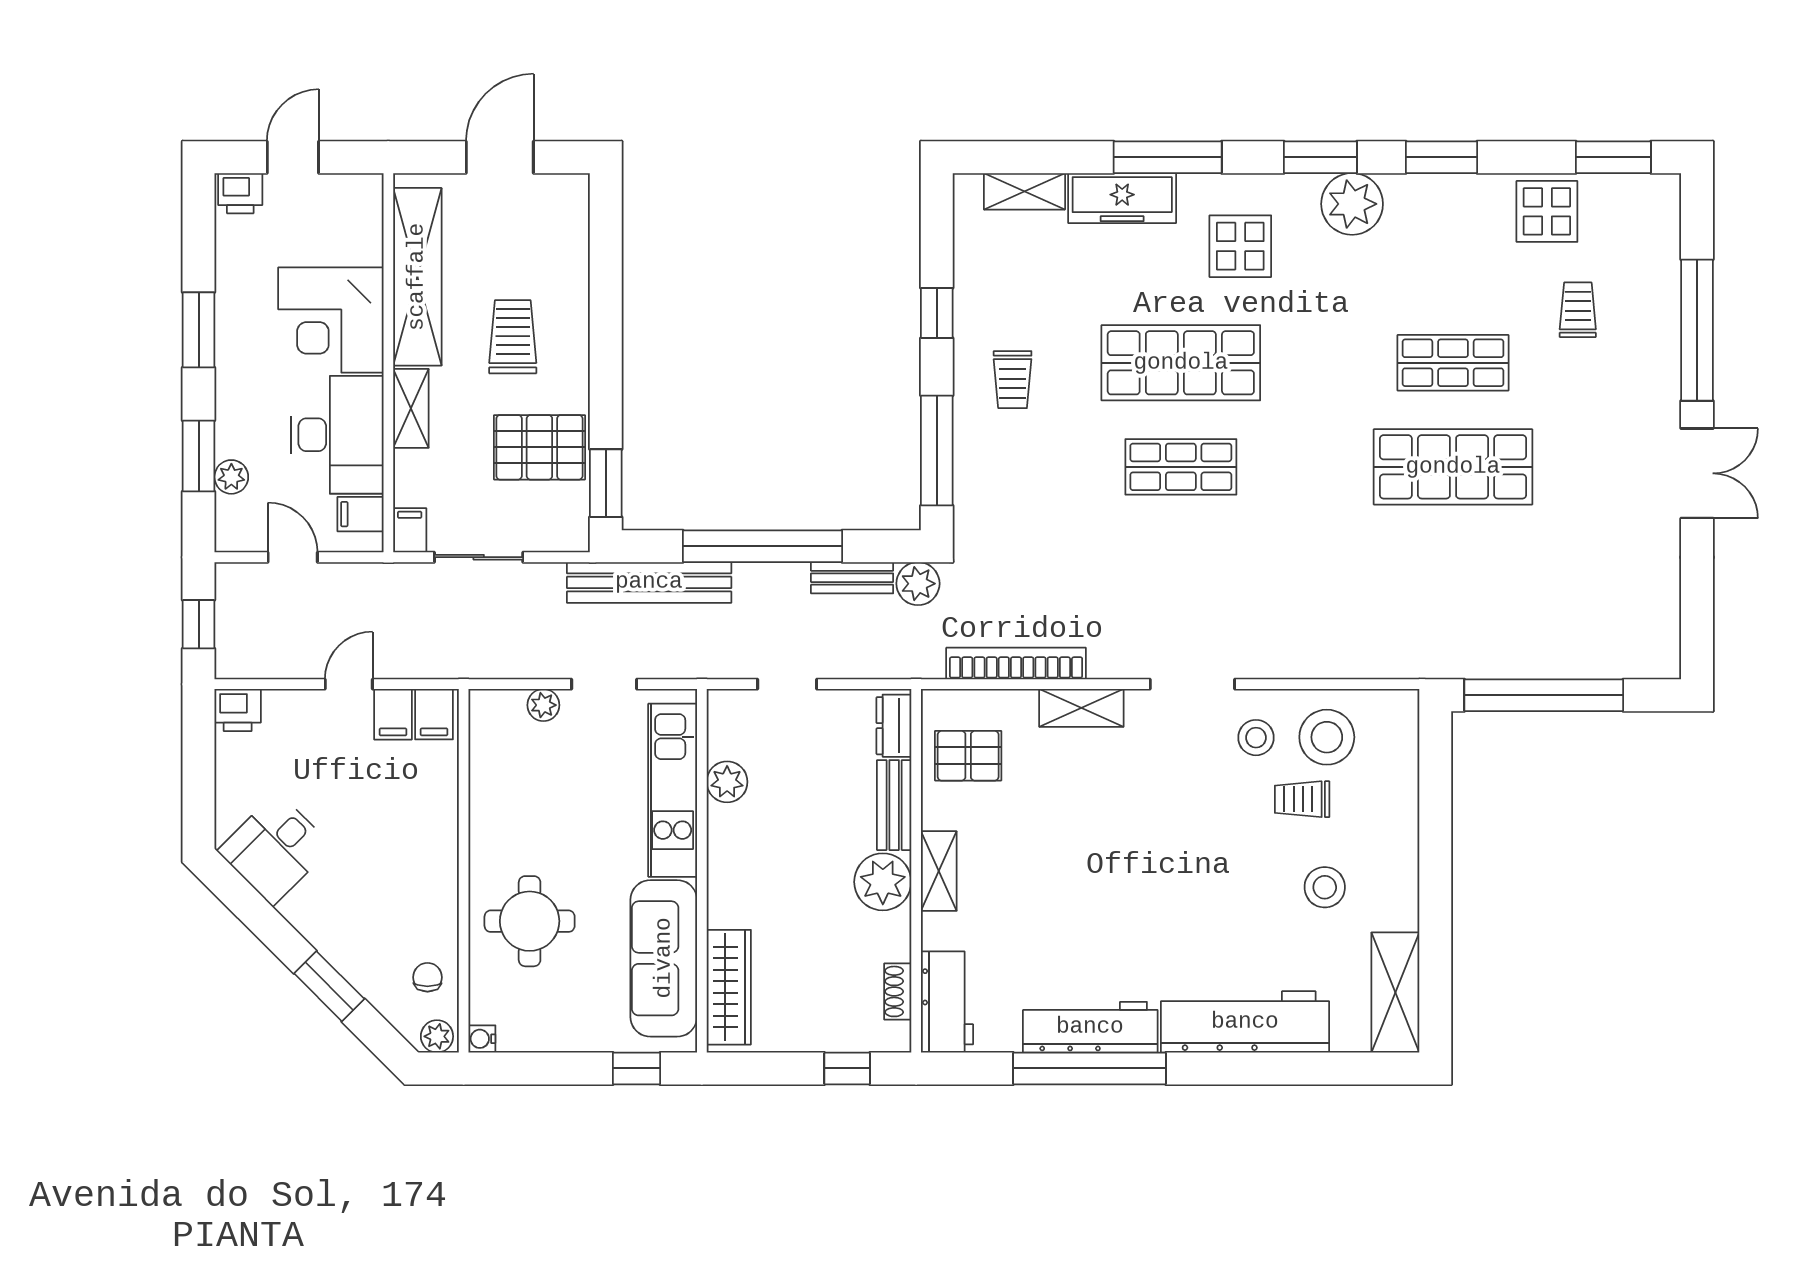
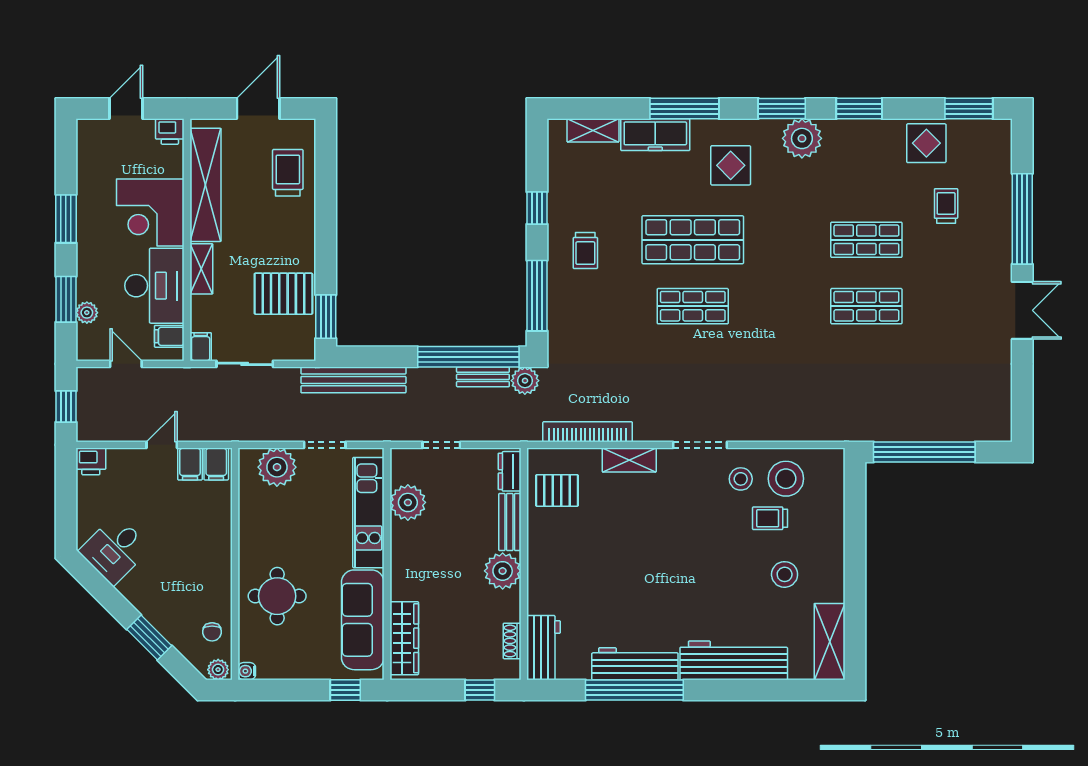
printer: (240, 193) -> (170, 132), moved
trolley: (513, 337) -> (288, 173), moved
shop shelf: (1453, 467) -> (866, 306), width x0.70, depth x0.74
window: (762, 546) -> (468, 357), moved
plant: (543, 705) -> (277, 467), width x1.88, depth x1.88
plant: (727, 782) -> (408, 502), width x1.36, depth x1.36
shelving: (939, 871) -> (538, 564), removed
chair: (427, 977) -> (212, 632), turned 180

